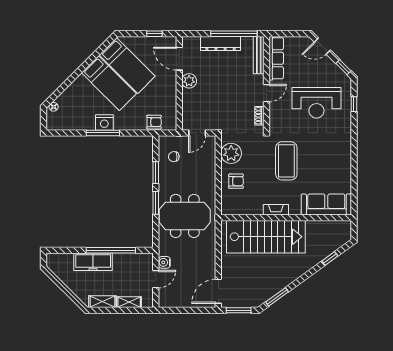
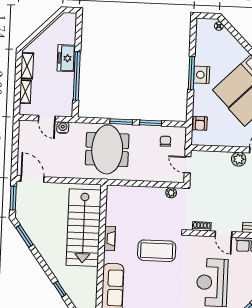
plant: (231, 153) -> (171, 193), width x0.53, depth x0.53
armchair: (236, 181) -> (139, 201), removed
freezer: (93, 262) -> (66, 58), width x0.71

